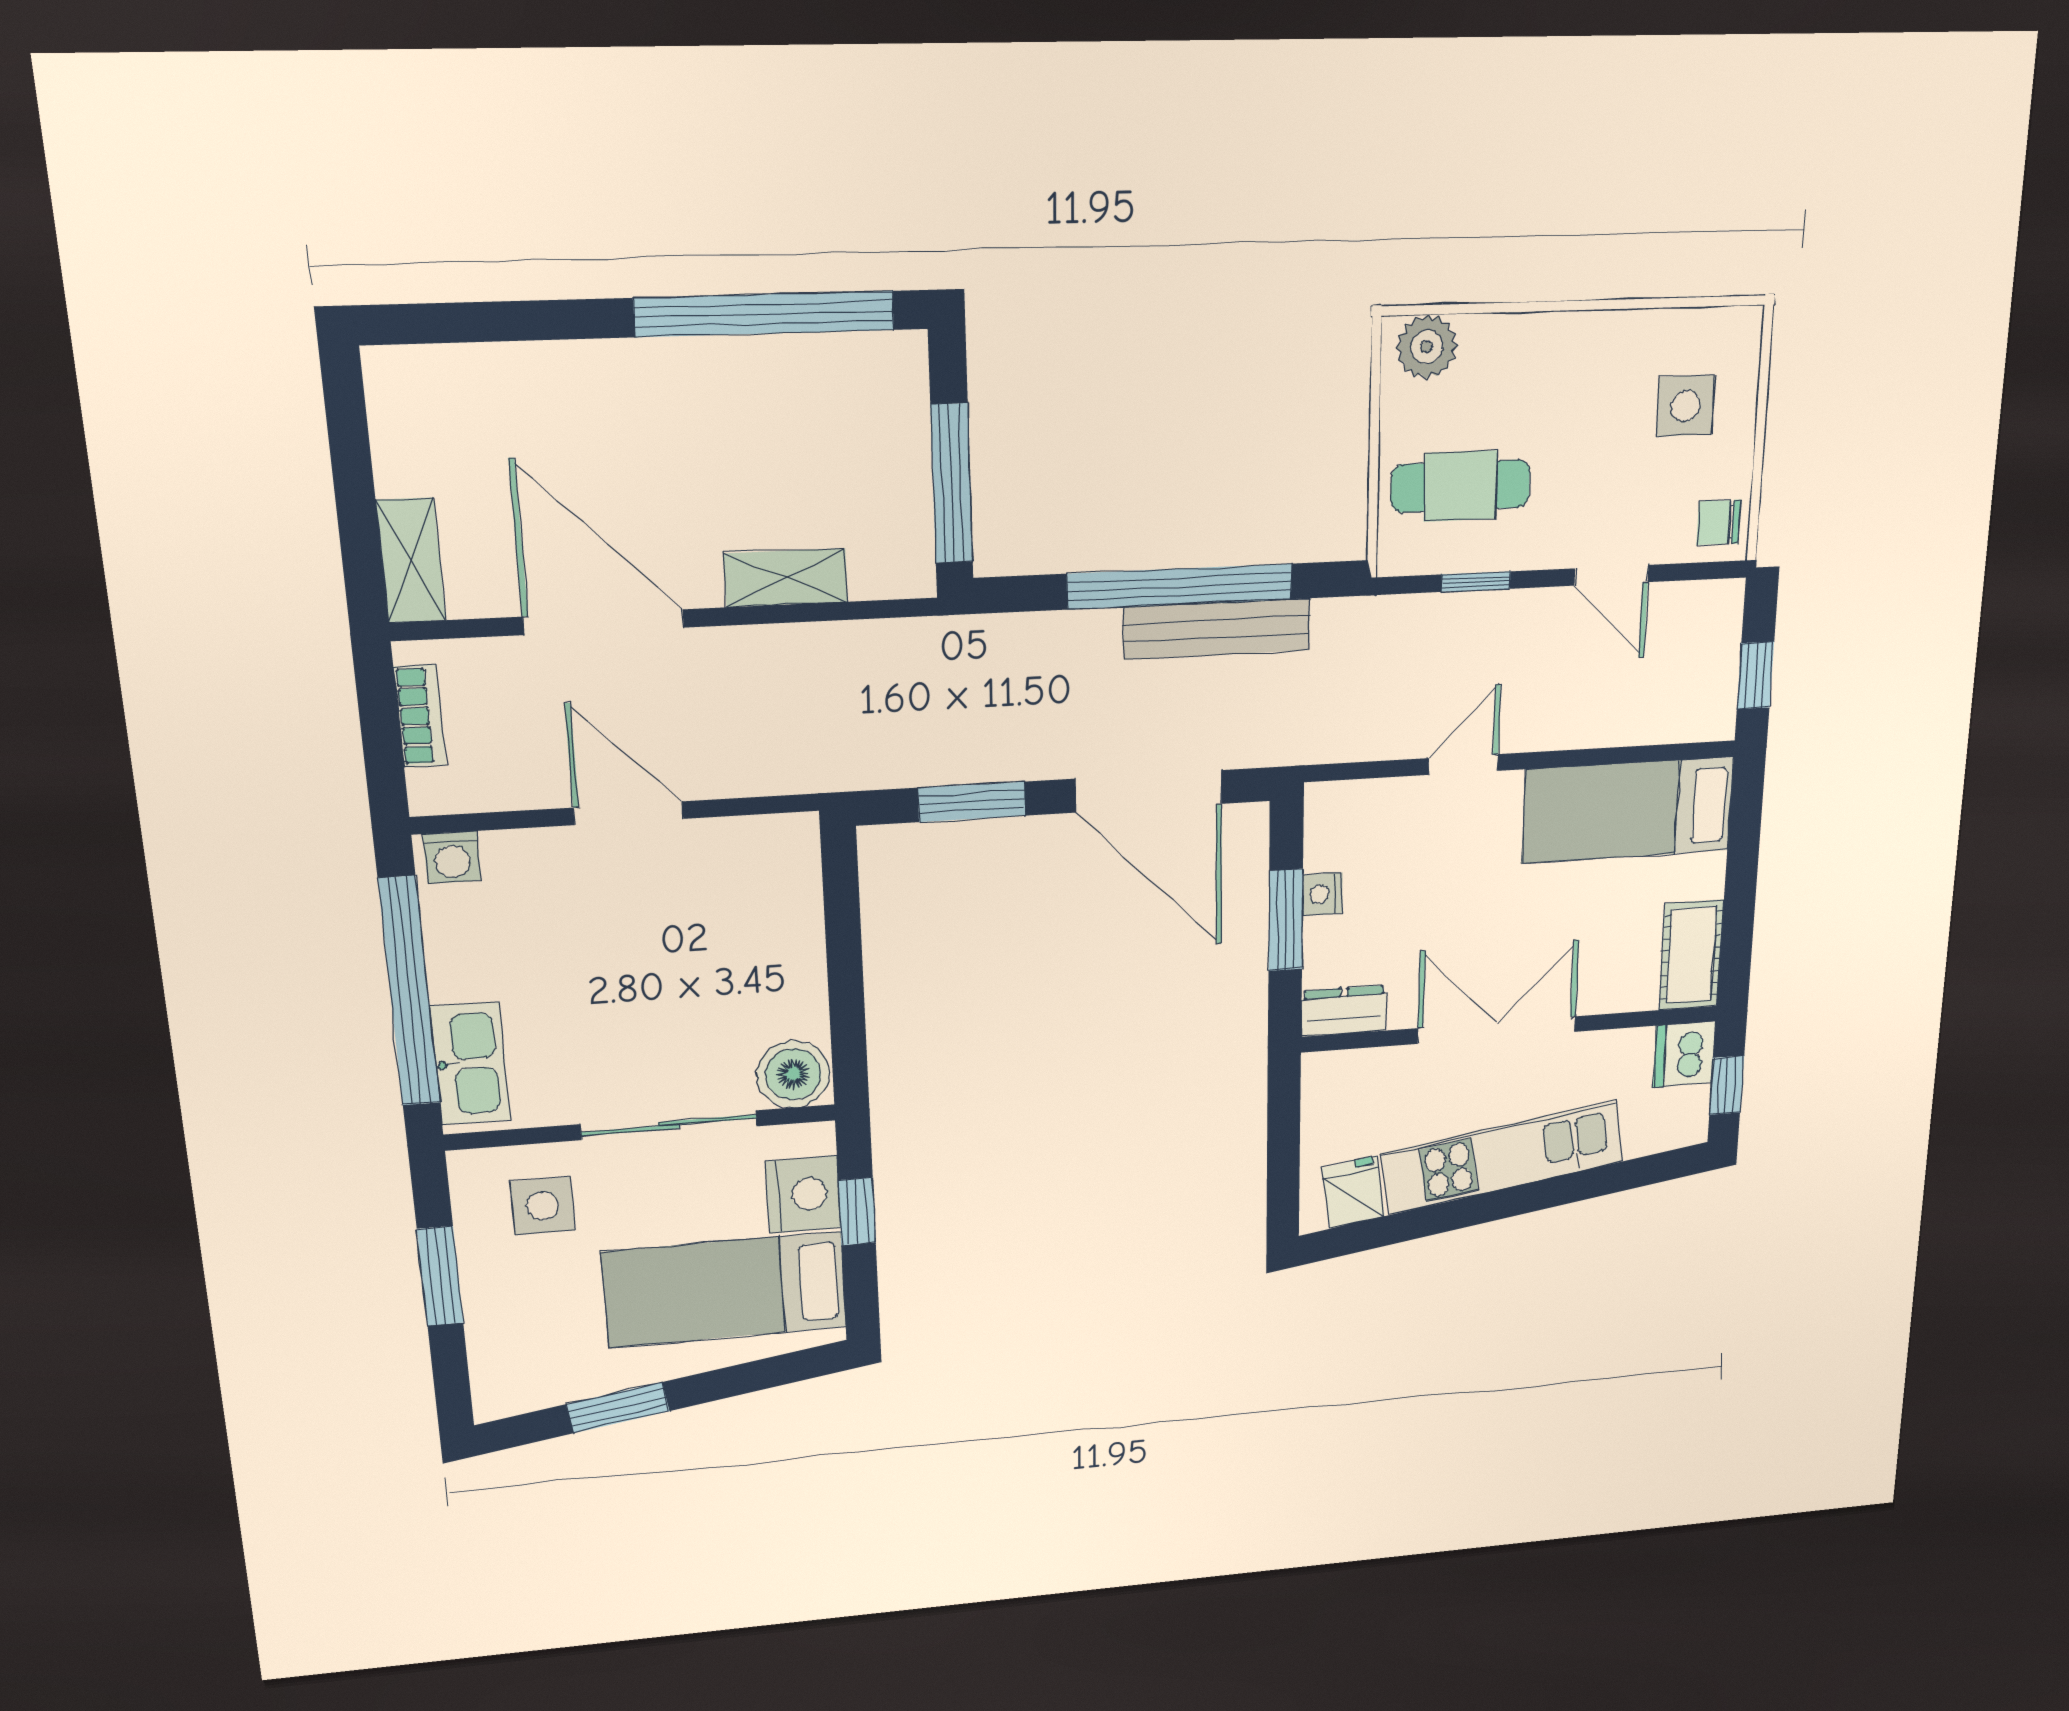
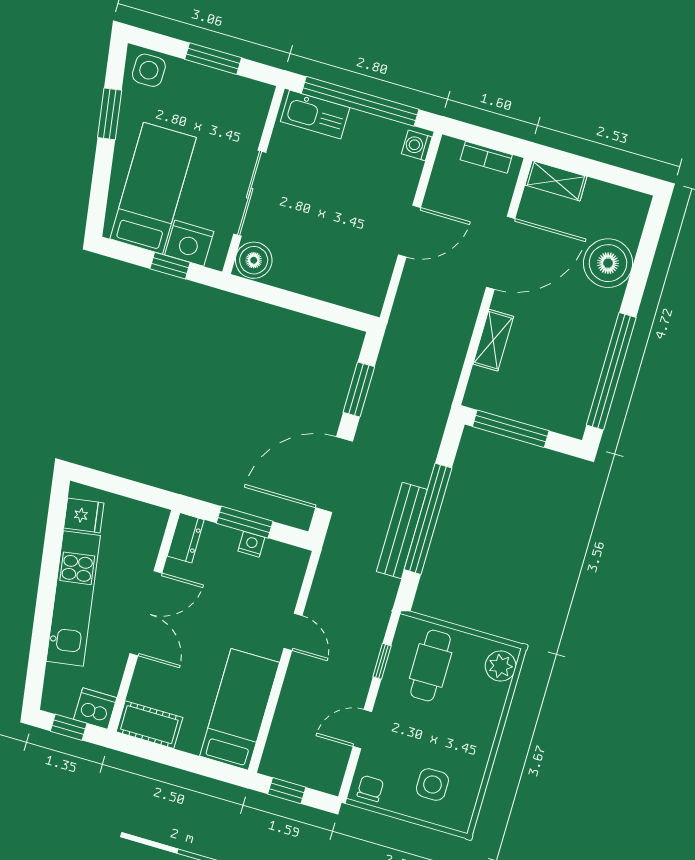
boiler: (541, 395) -> (608, 263), added
side table: (542, 1206) -> (149, 70), moved

